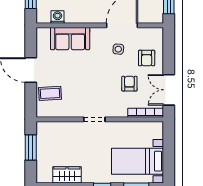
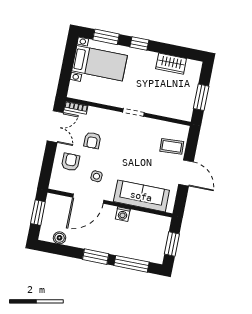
washing machine: (58, 17) -> (123, 214), moved
sofa: (70, 39) -> (141, 196), width x1.36
bookcase: (146, 113) -> (76, 108), width x0.64

